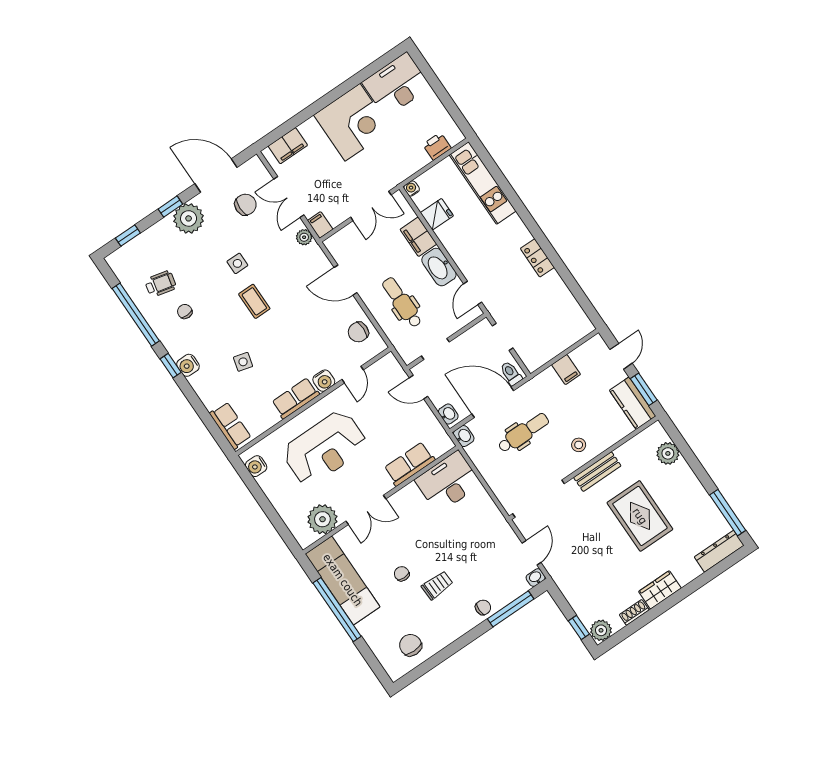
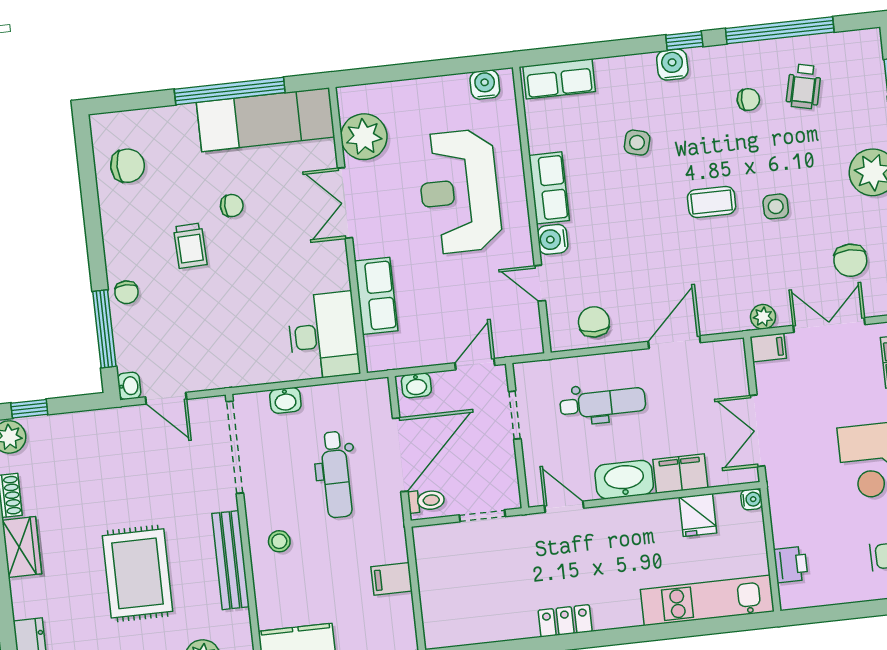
washbasin: (464, 436) -> (285, 400), moved
bench: (597, 472) -> (231, 560), width x1.36
rug: (640, 516) -> (138, 573), turned 90

